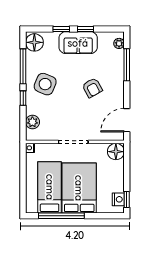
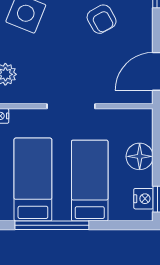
floor lamp: (116, 152) -> (140, 156), moved
bed: (79, 188) -> (90, 181), width x0.67

